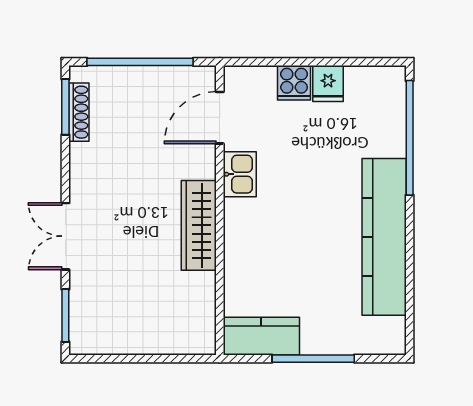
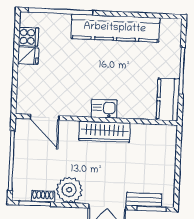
cooker: (294, 83) -> (28, 37), moved
shoe rack: (79, 112) -> (43, 196), width x0.70
plant: (92, 167) -> (69, 190), added
kitchen sink: (240, 174) -> (104, 109), moved
bench: (81, 301) -> (144, 200), added

